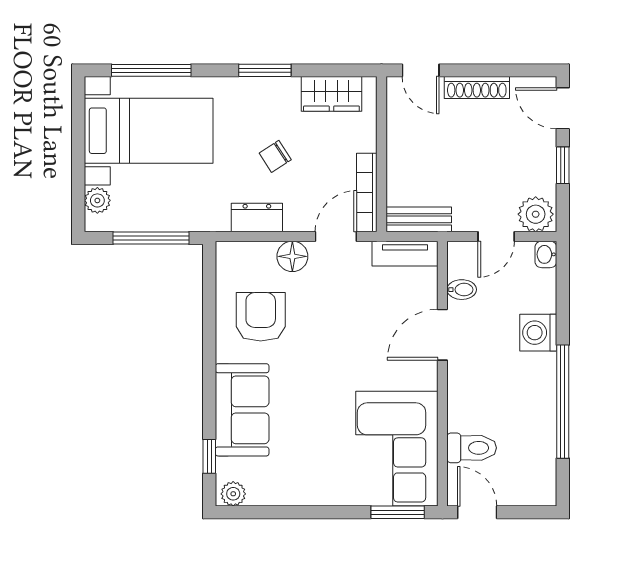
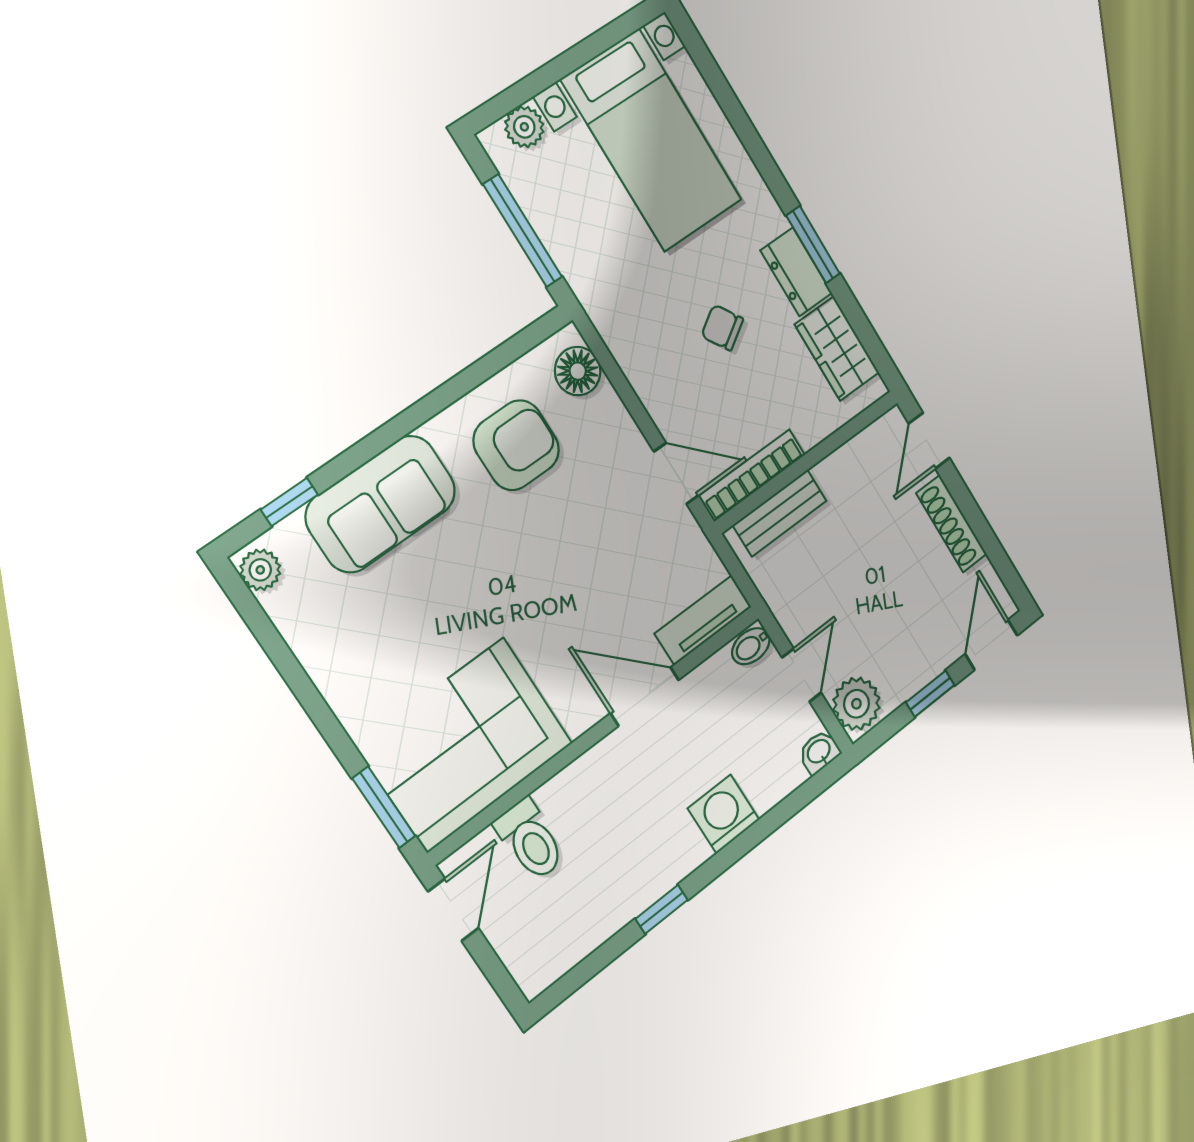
window: (151, 70) -> (725, 96), removed
dresser: (257, 217) -> (796, 272), moved, turned 180
bench: (419, 219) -> (780, 513), moved, turned 90
door: (496, 236) -> (802, 675), swing flipped
tv unit: (405, 254) -> (703, 620), moved, turned 90
floor lamp: (292, 256) -> (578, 371), moved
bidet: (462, 290) -> (751, 646), moved, turned 90
window: (563, 402) -> (662, 909), width x0.32

